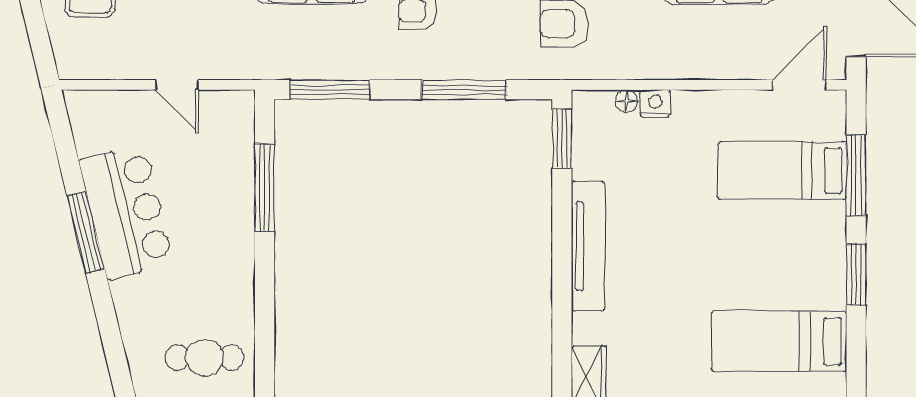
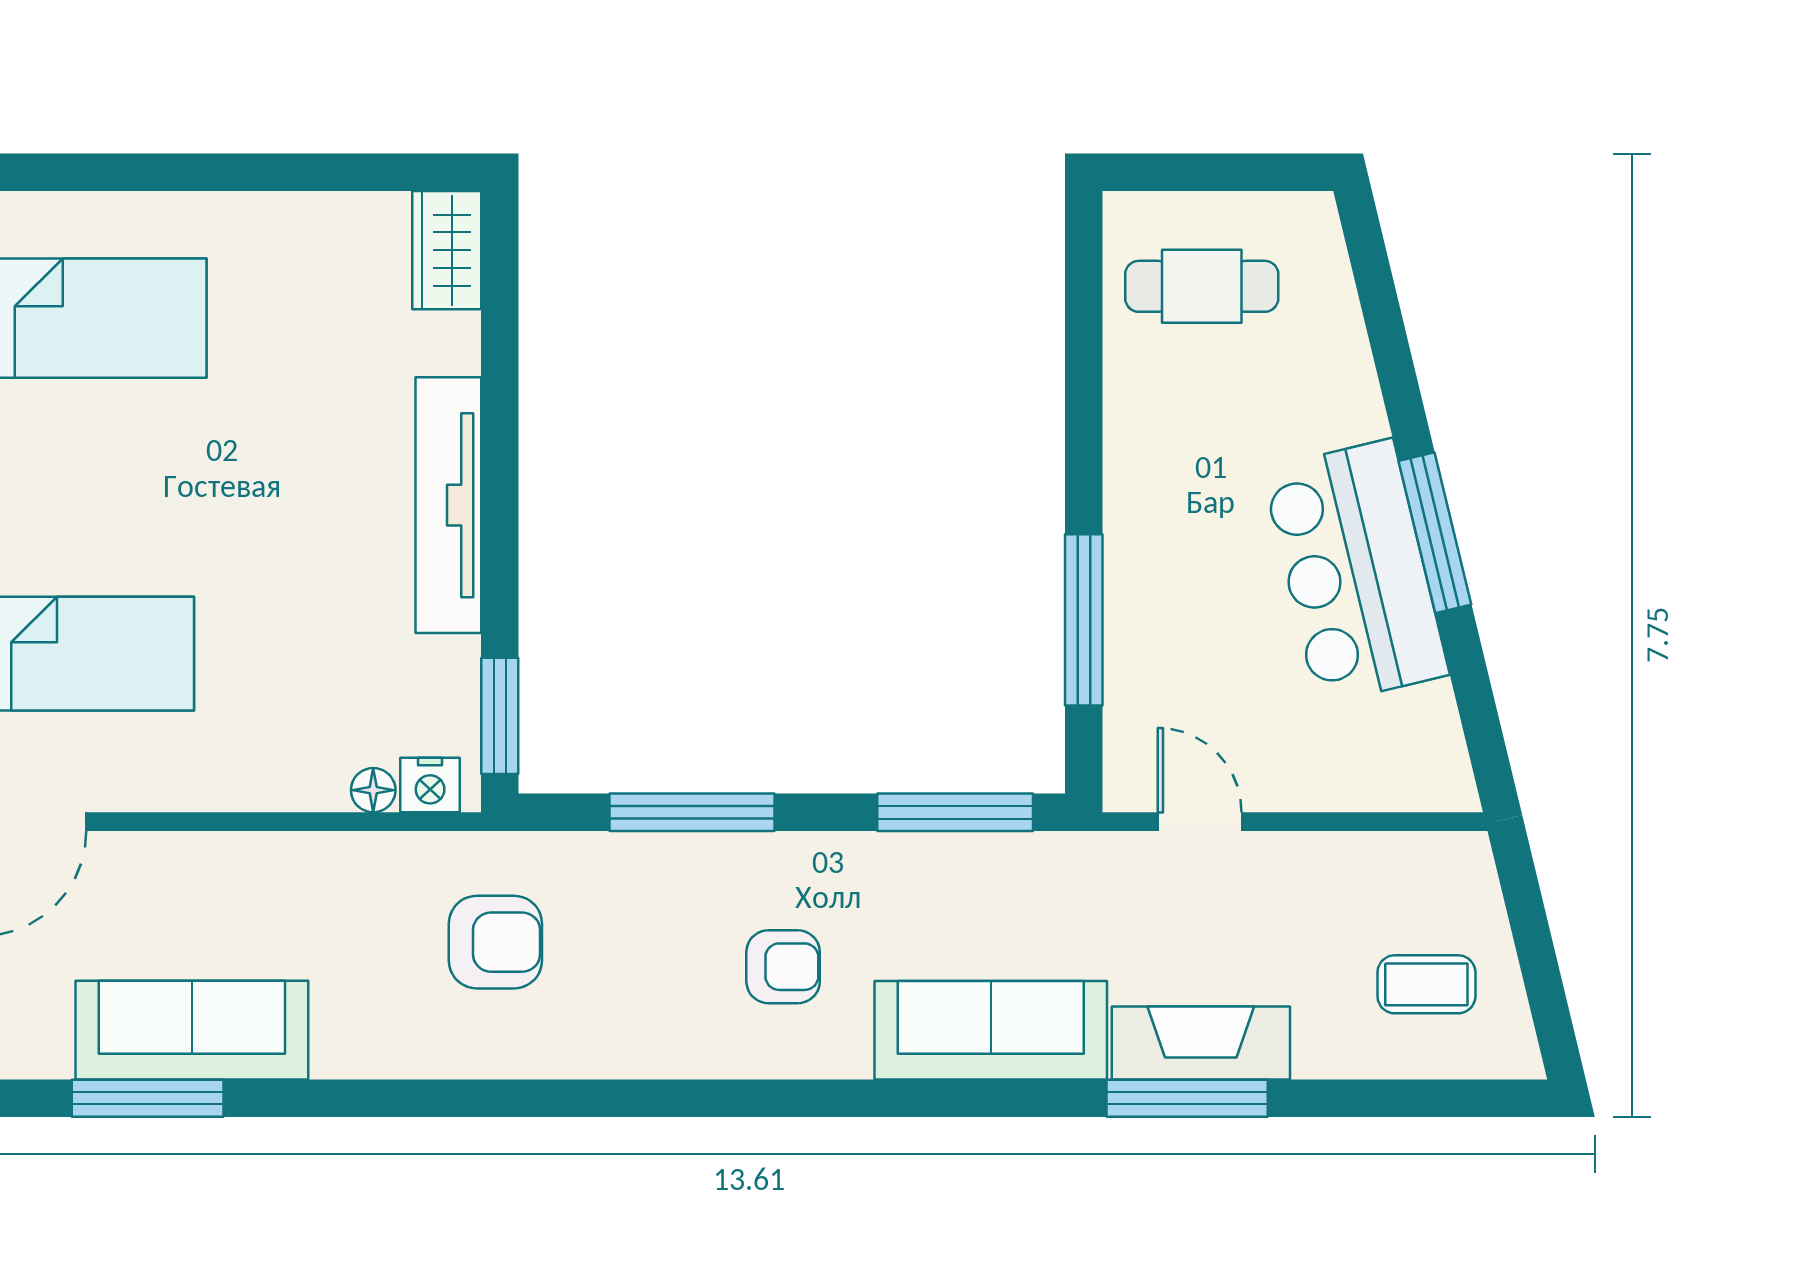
door: (177, 85) -> (1200, 822), moved
nightstand: (655, 104) -> (430, 785), moved

